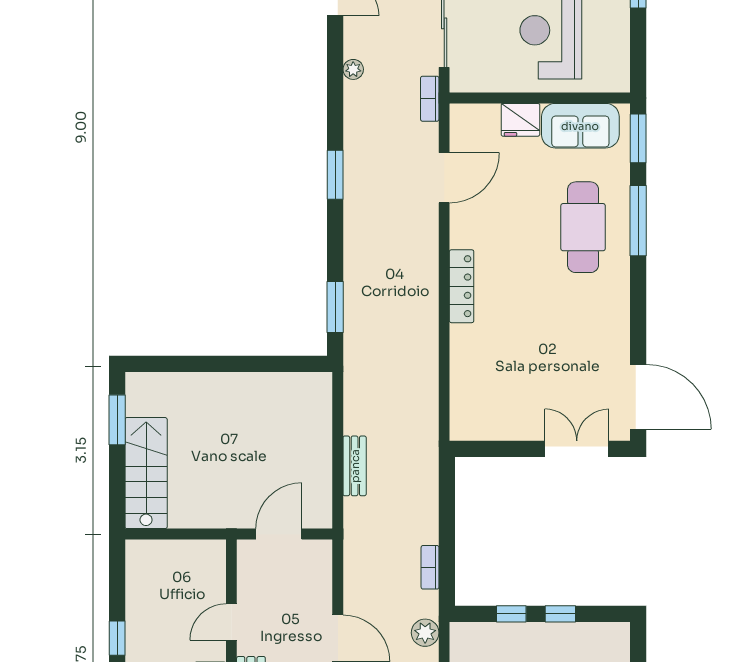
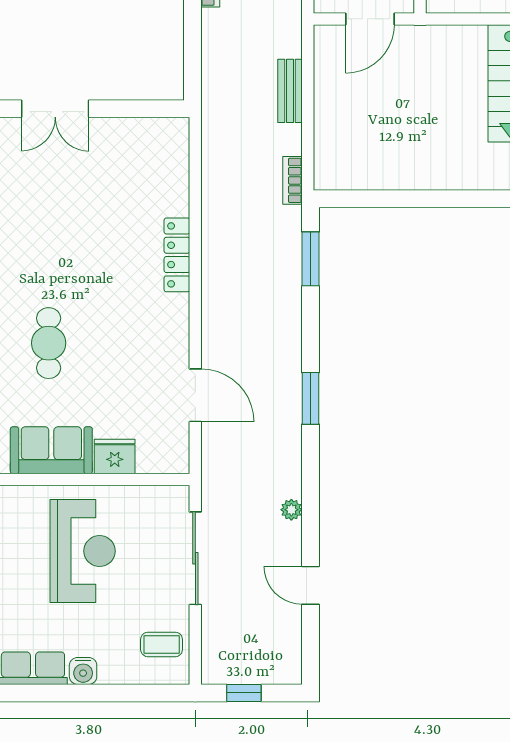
bookcase: (430, 99) -> (292, 180), moved, turned 180
door: (444, 178) -> (195, 395), swing flipped
cafe table: (583, 227) -> (49, 343), width x0.73, depth x0.74
locker: (462, 286) -> (177, 255), moved

